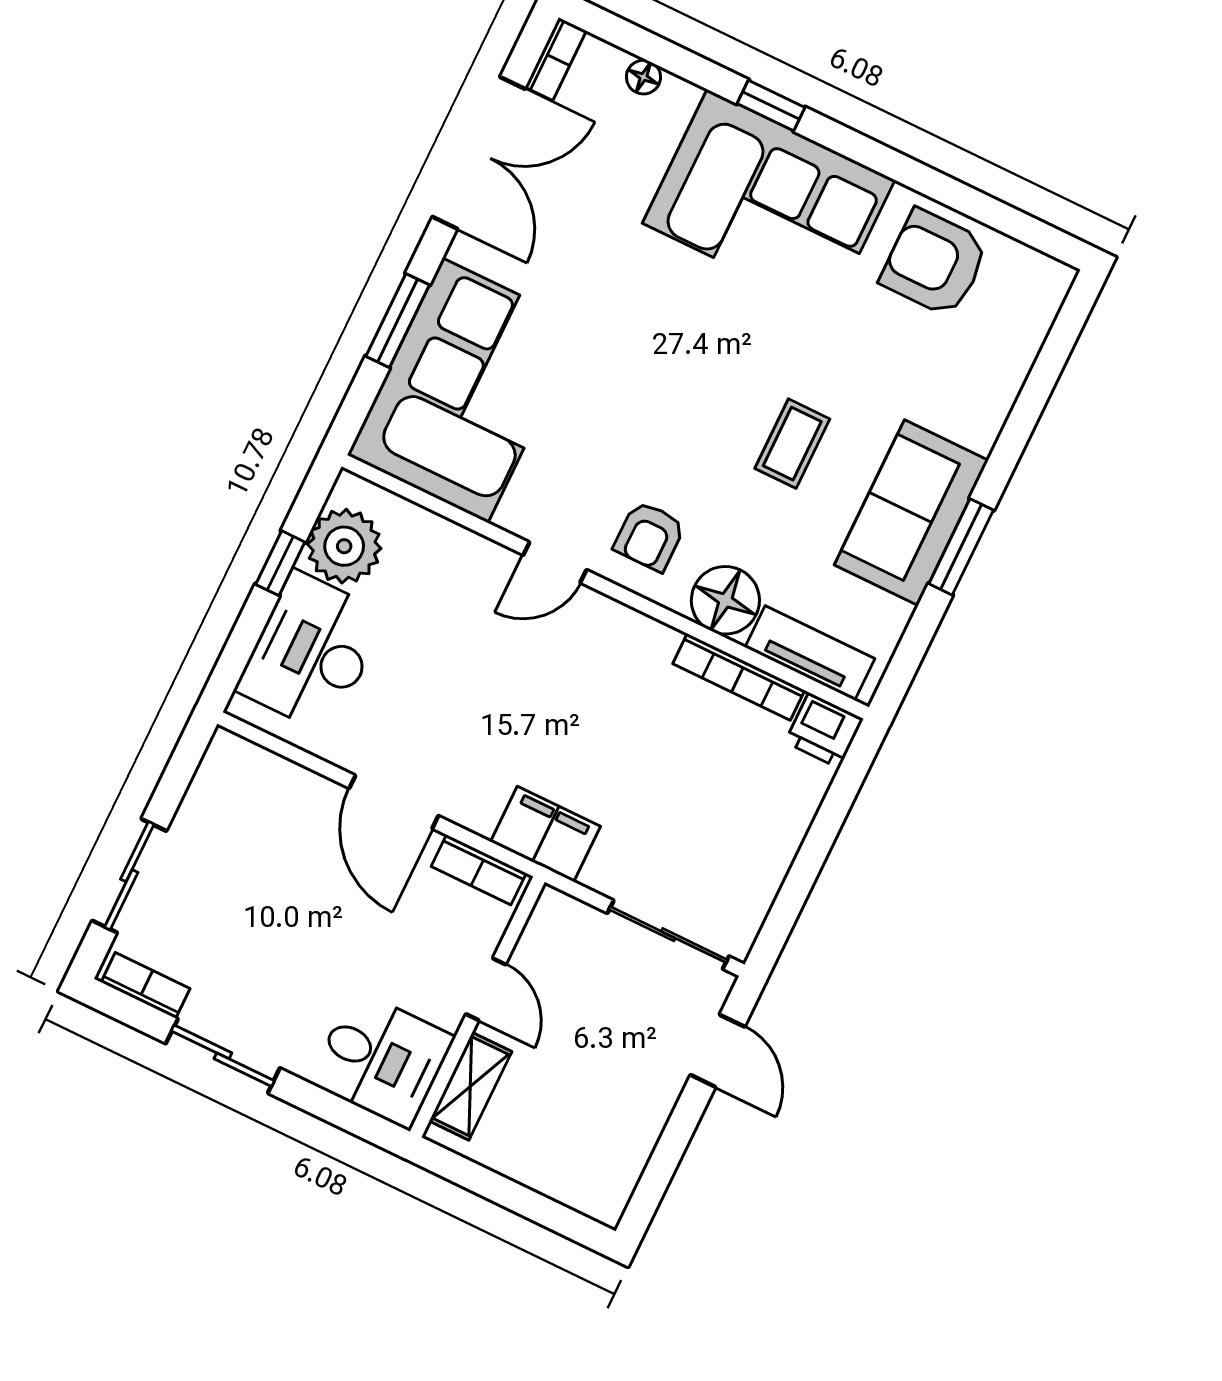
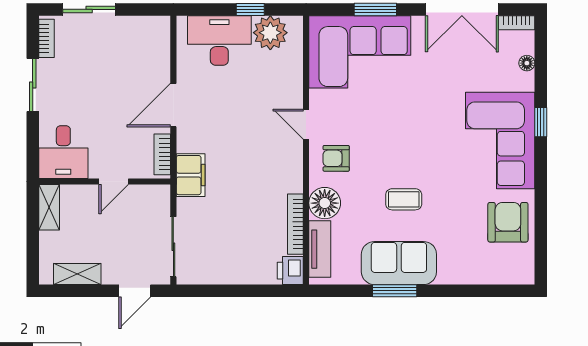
shelving: (470, 1086) -> (49, 207), moved, turned 90
shelving: (631, 1147) -> (77, 274), added

